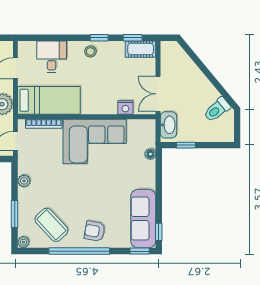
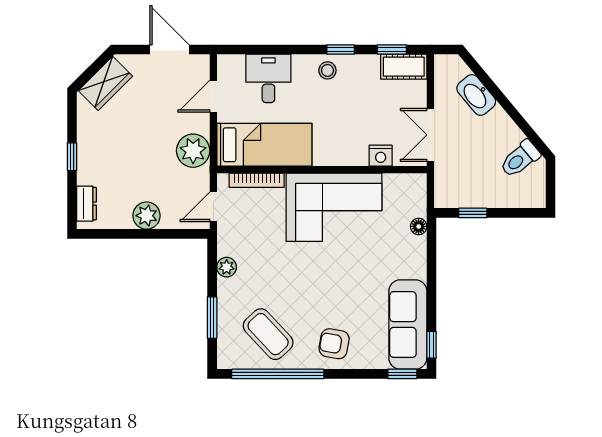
washbasin: (168, 125) -> (476, 95), moved, turned 140
plant: (23, 242) -> (226, 360), removed
window: (79, 251) -> (278, 374), moved

